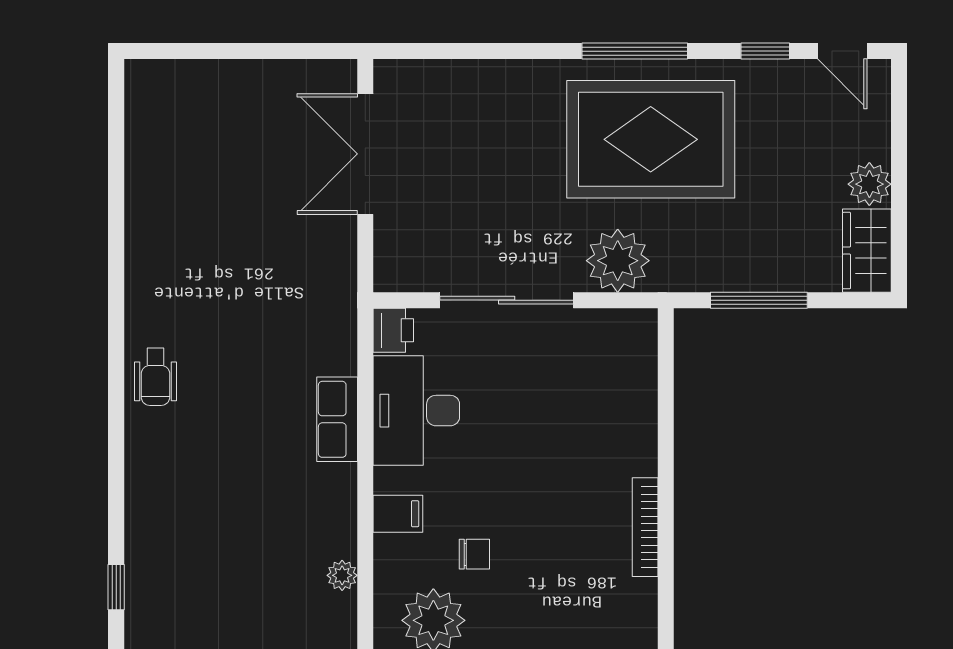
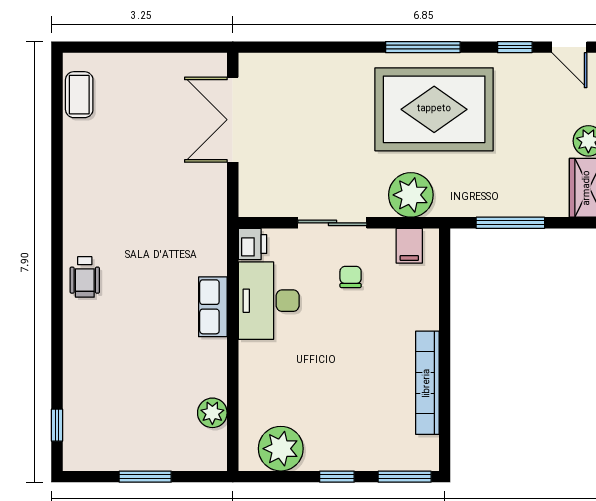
coffee table: (148, 119) -> (79, 95), added
sliding door: (507, 300) -> (332, 223), width x0.73
filing cabinet: (398, 514) -> (409, 246), moved, turned 90
bookcase: (645, 527) -> (427, 383), width x1.48, depth x1.31
chair: (474, 554) -> (351, 277), moved, turned -90
plant: (342, 575) -> (212, 413), width x1.38, depth x1.38

